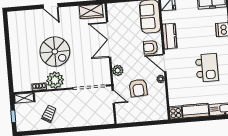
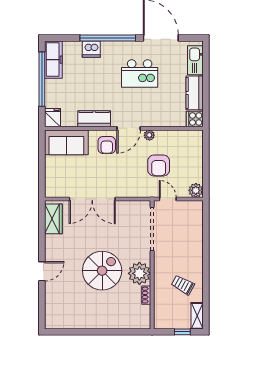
kitchen island: (207, 68) -> (140, 73), turned 180
plant: (118, 70) -> (196, 190), moved
armchair: (138, 88) -> (159, 165), turned 94
door: (113, 97) -> (168, 199), hinge flipped
shelving: (24, 98) -> (197, 316), moved

